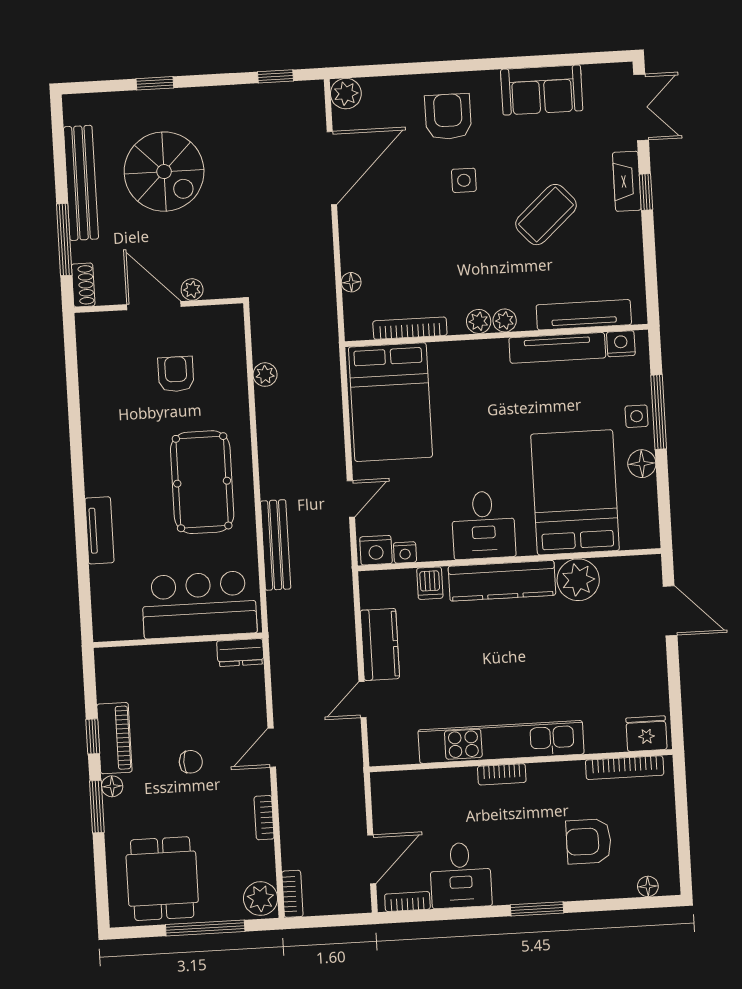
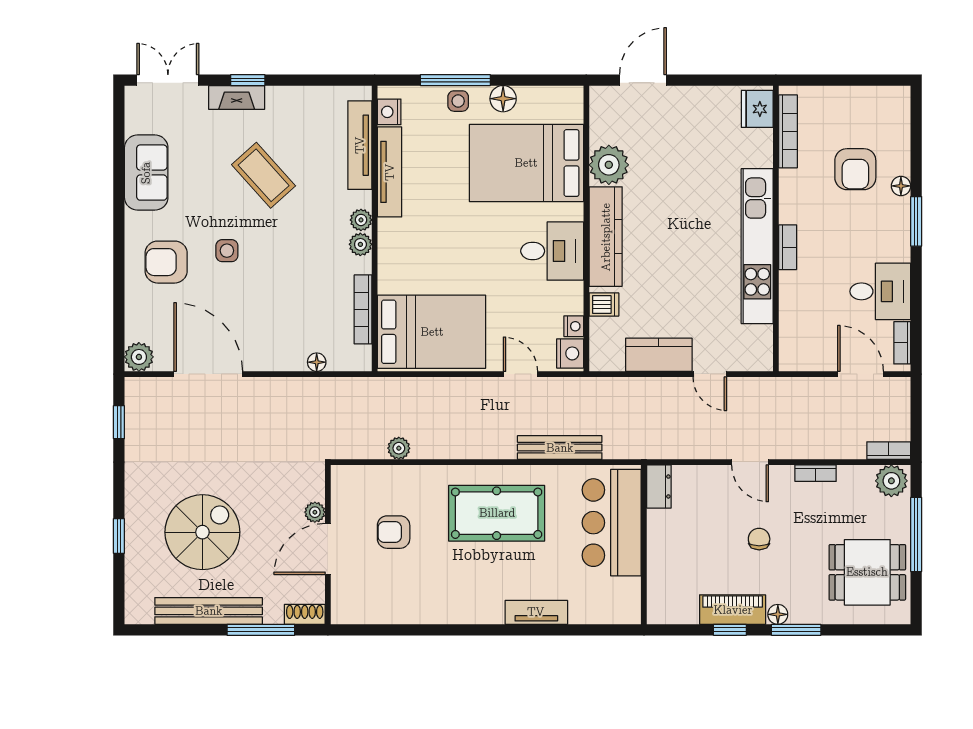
floor lamp: (648, 886) -> (901, 186), moved

